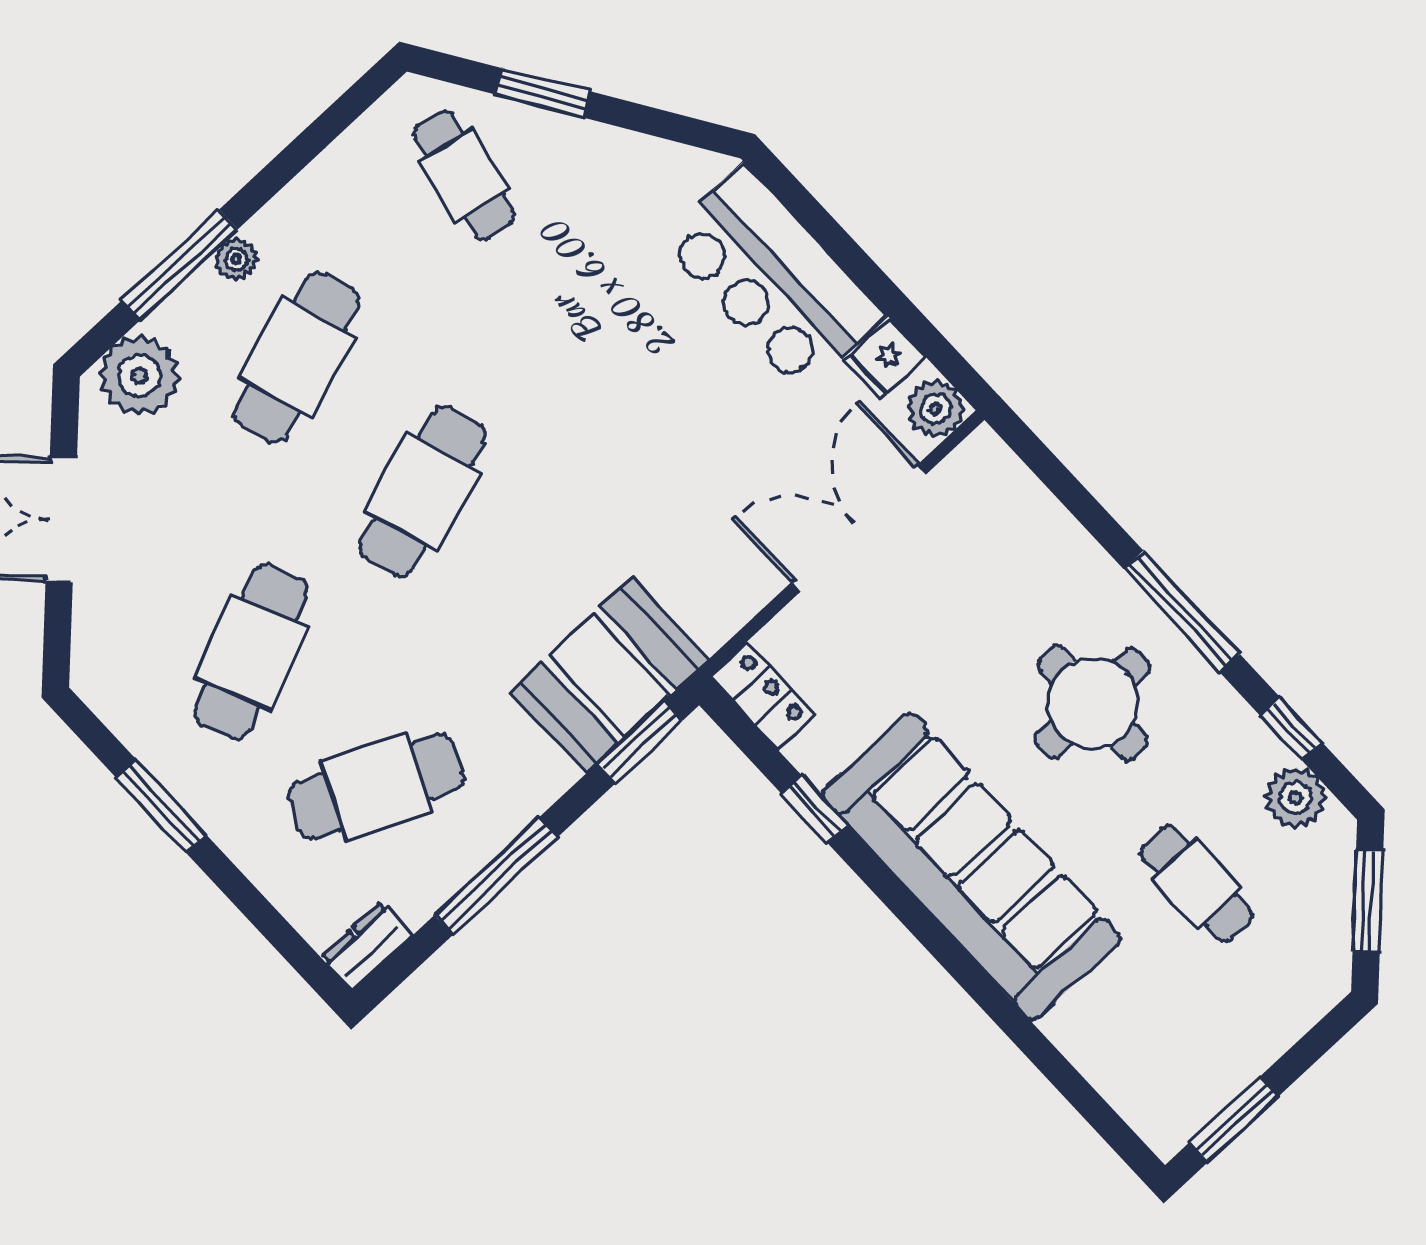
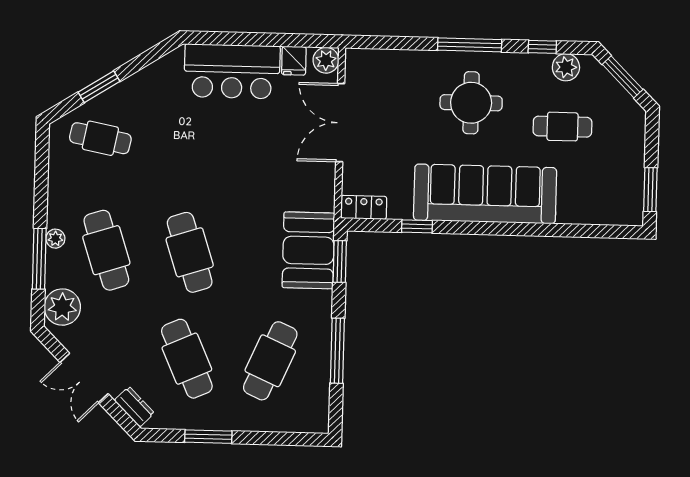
dresser: (367, 946) -> (134, 407), moved, turned 135

